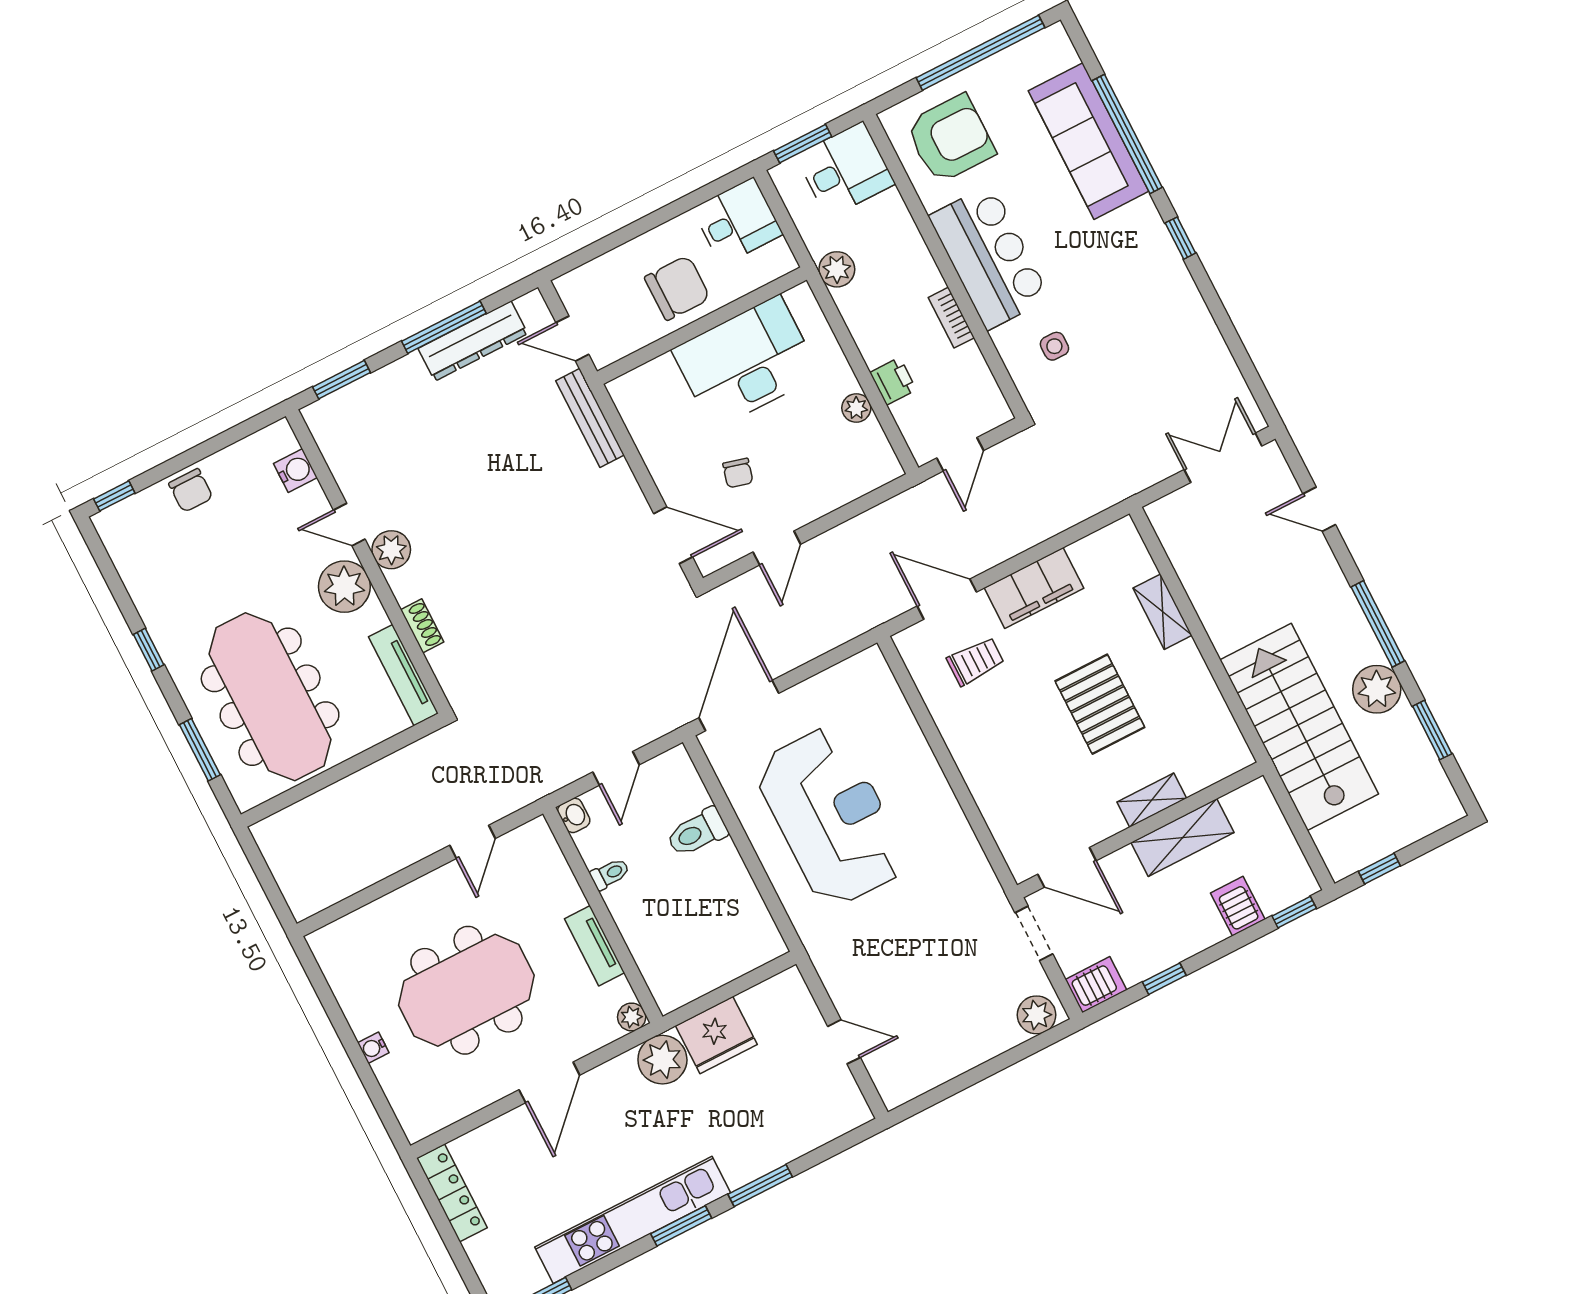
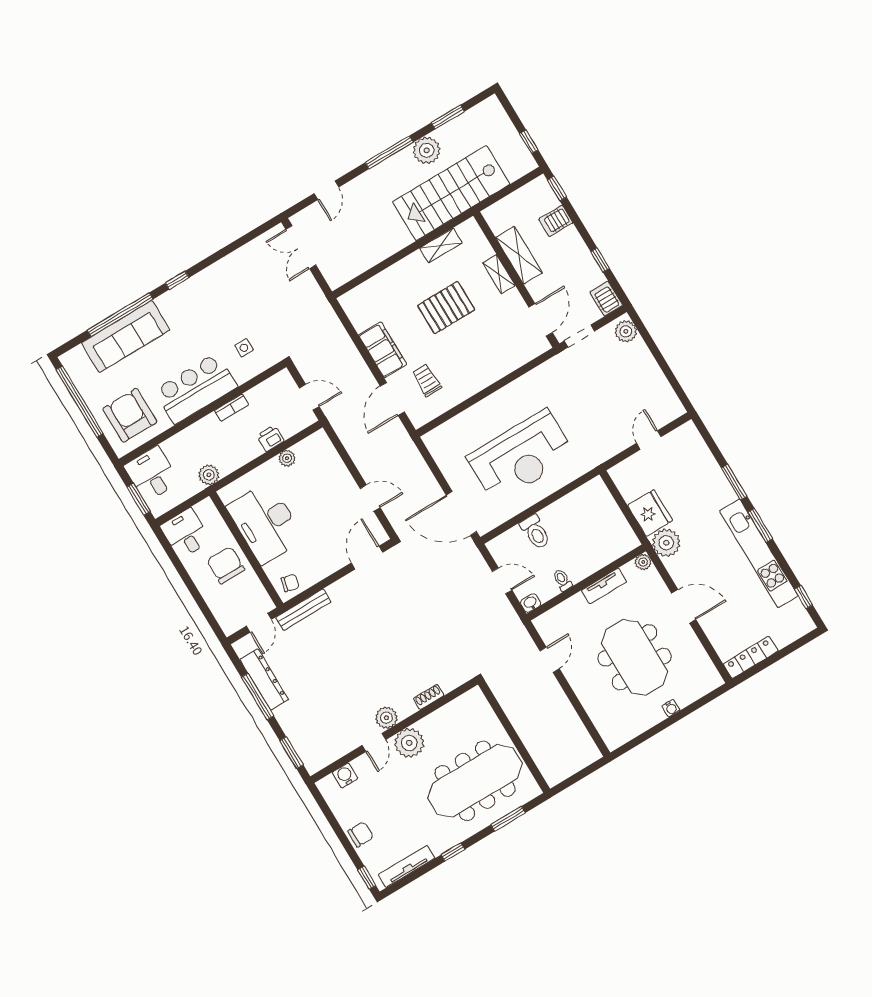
chair: (738, 473) -> (290, 583), moved
shelving: (1162, 612) -> (441, 245), moved
tv unit: (403, 675) -> (407, 866), moved, turned 180
reception desk: (831, 817) -> (521, 456), turned 180
door: (472, 842) -> (550, 660), hinge flipped

